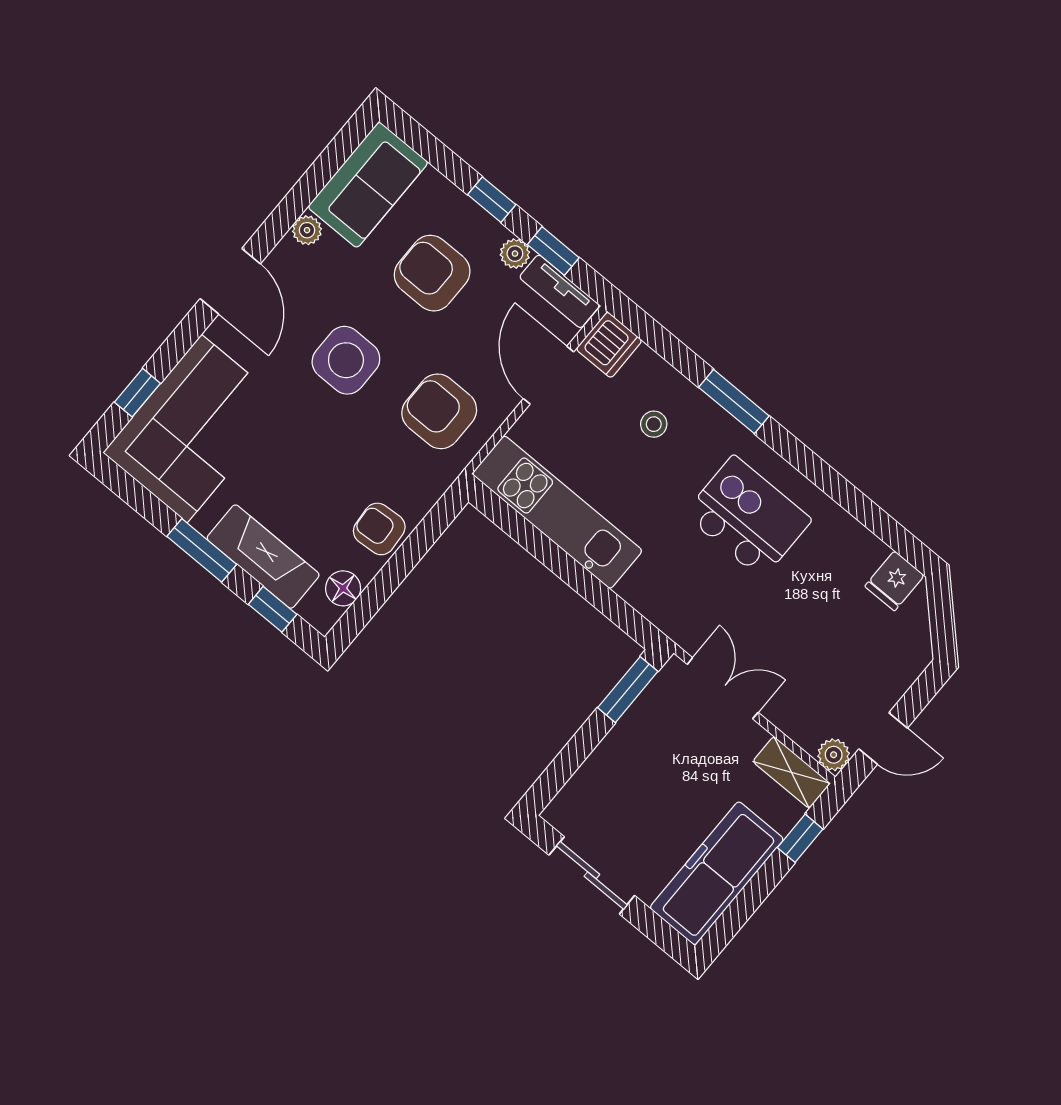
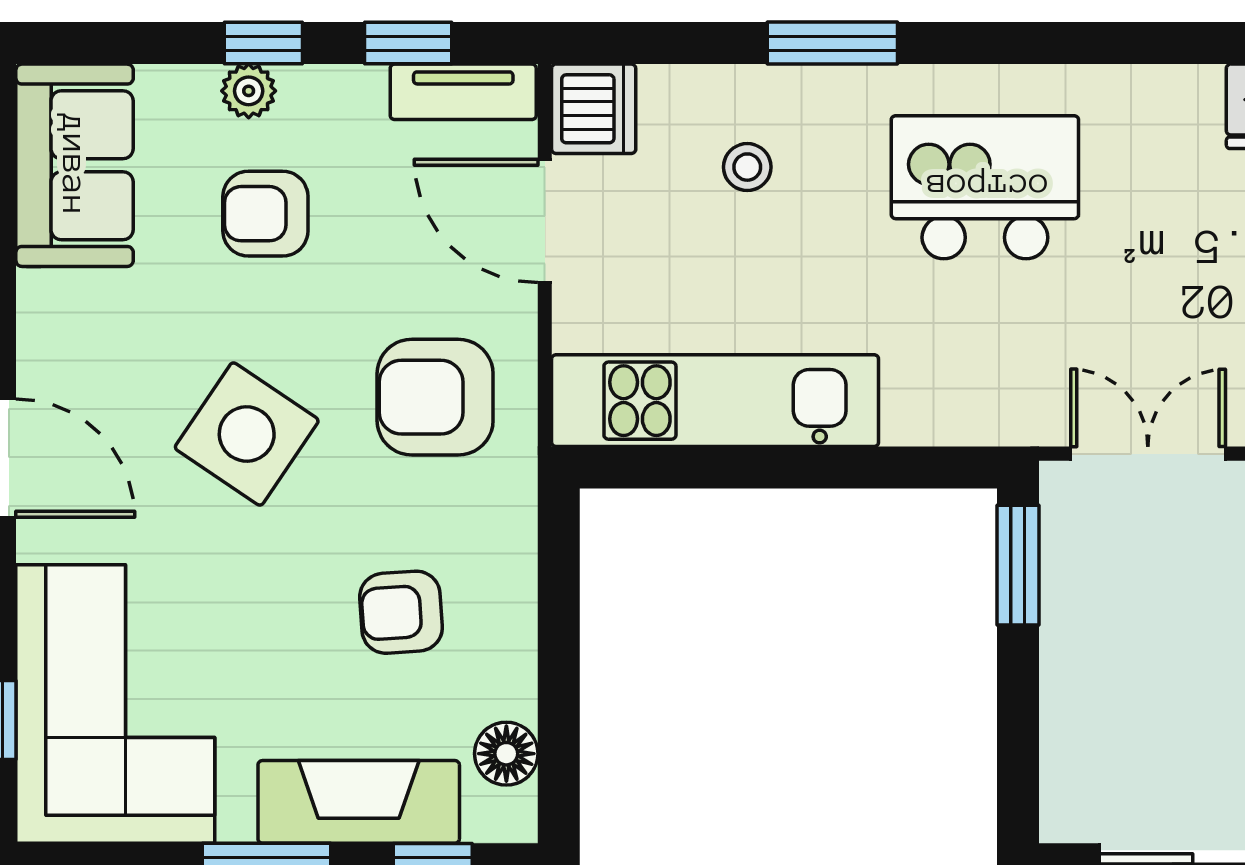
plant: (307, 230) -> (42, 299), removed
plant: (515, 254) -> (249, 91), moved
armchair: (432, 273) -> (265, 214), width x0.72, depth x0.72
side table: (346, 360) -> (247, 434), turned 34
armchair: (379, 529) -> (401, 612), moved

